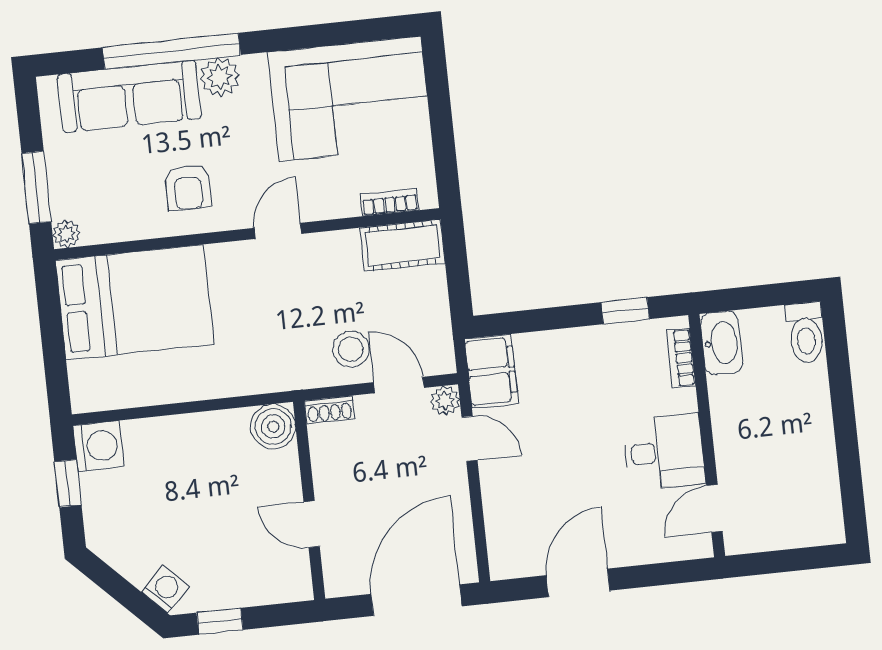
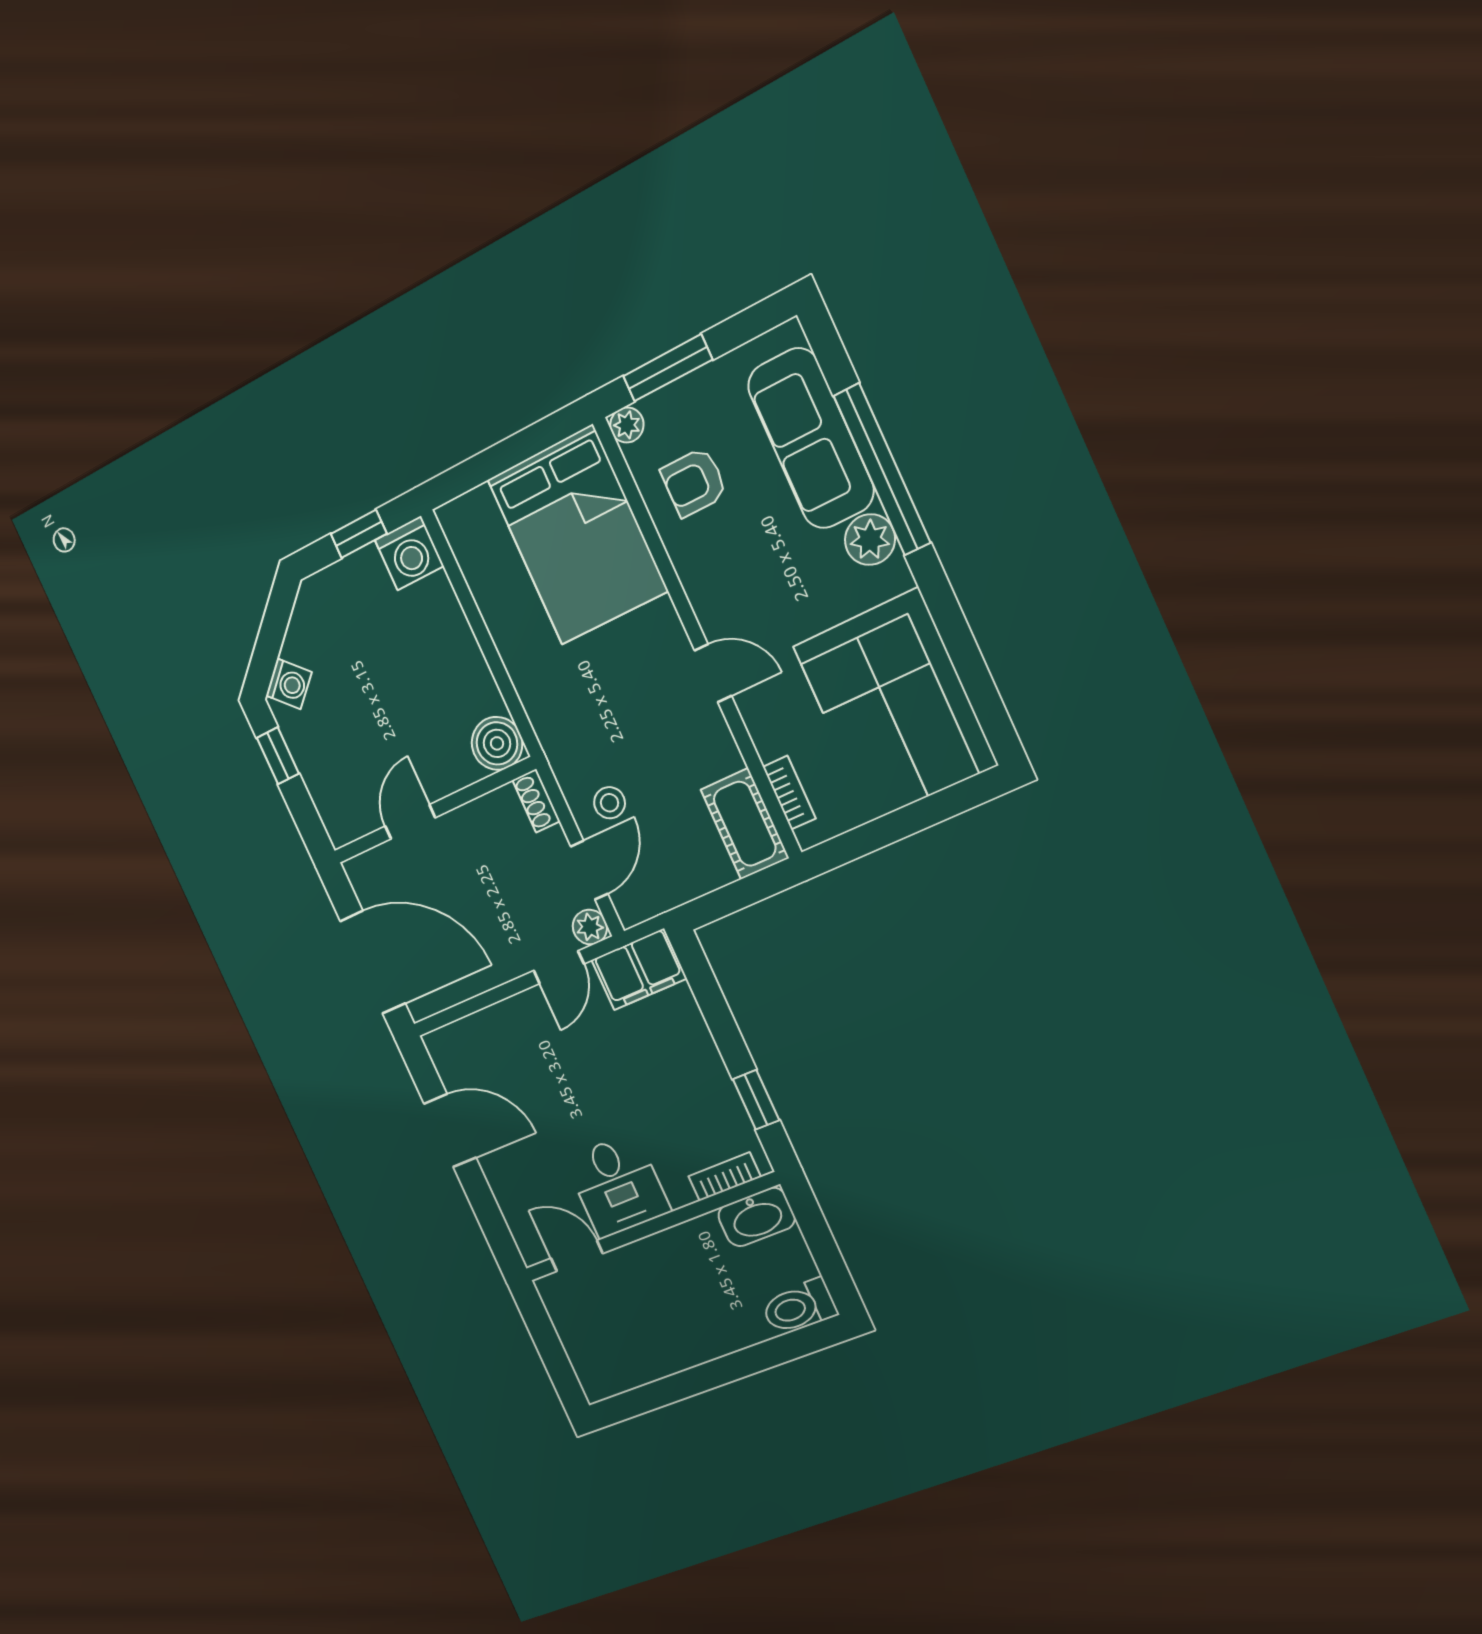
armchair: (188, 187) -> (694, 482), moved
stool: (351, 349) -> (610, 803), width x0.73, depth x0.73

